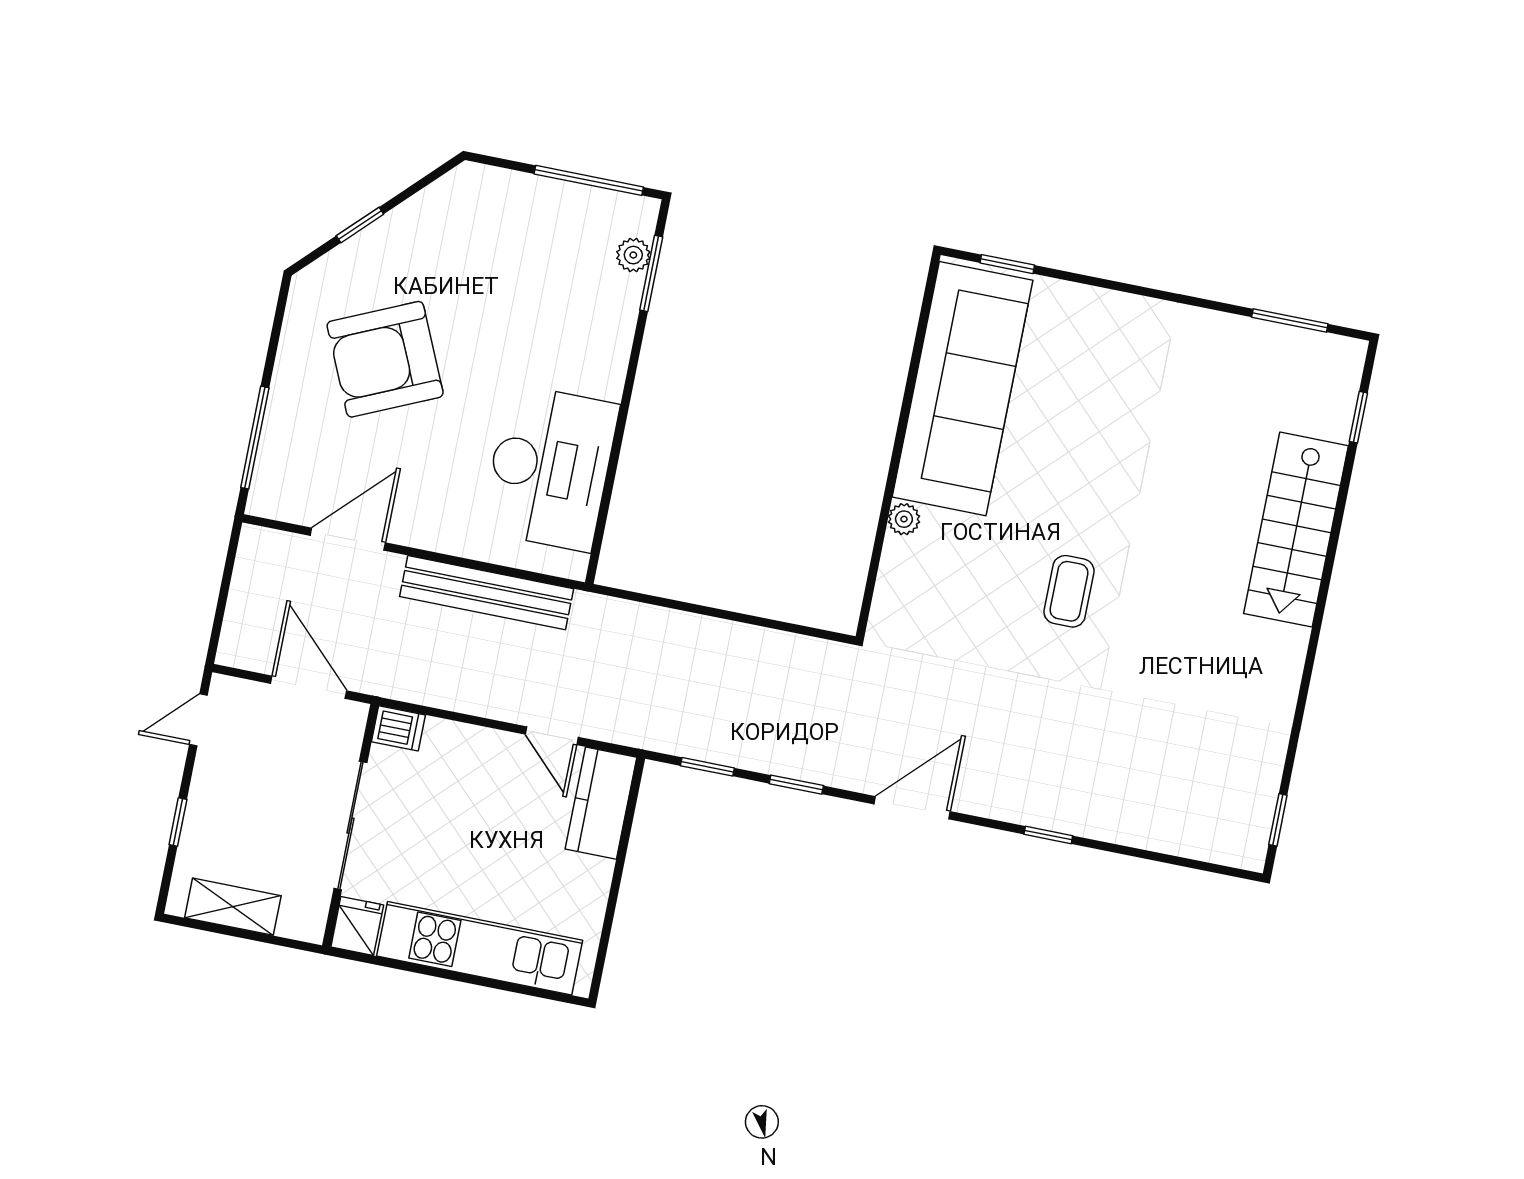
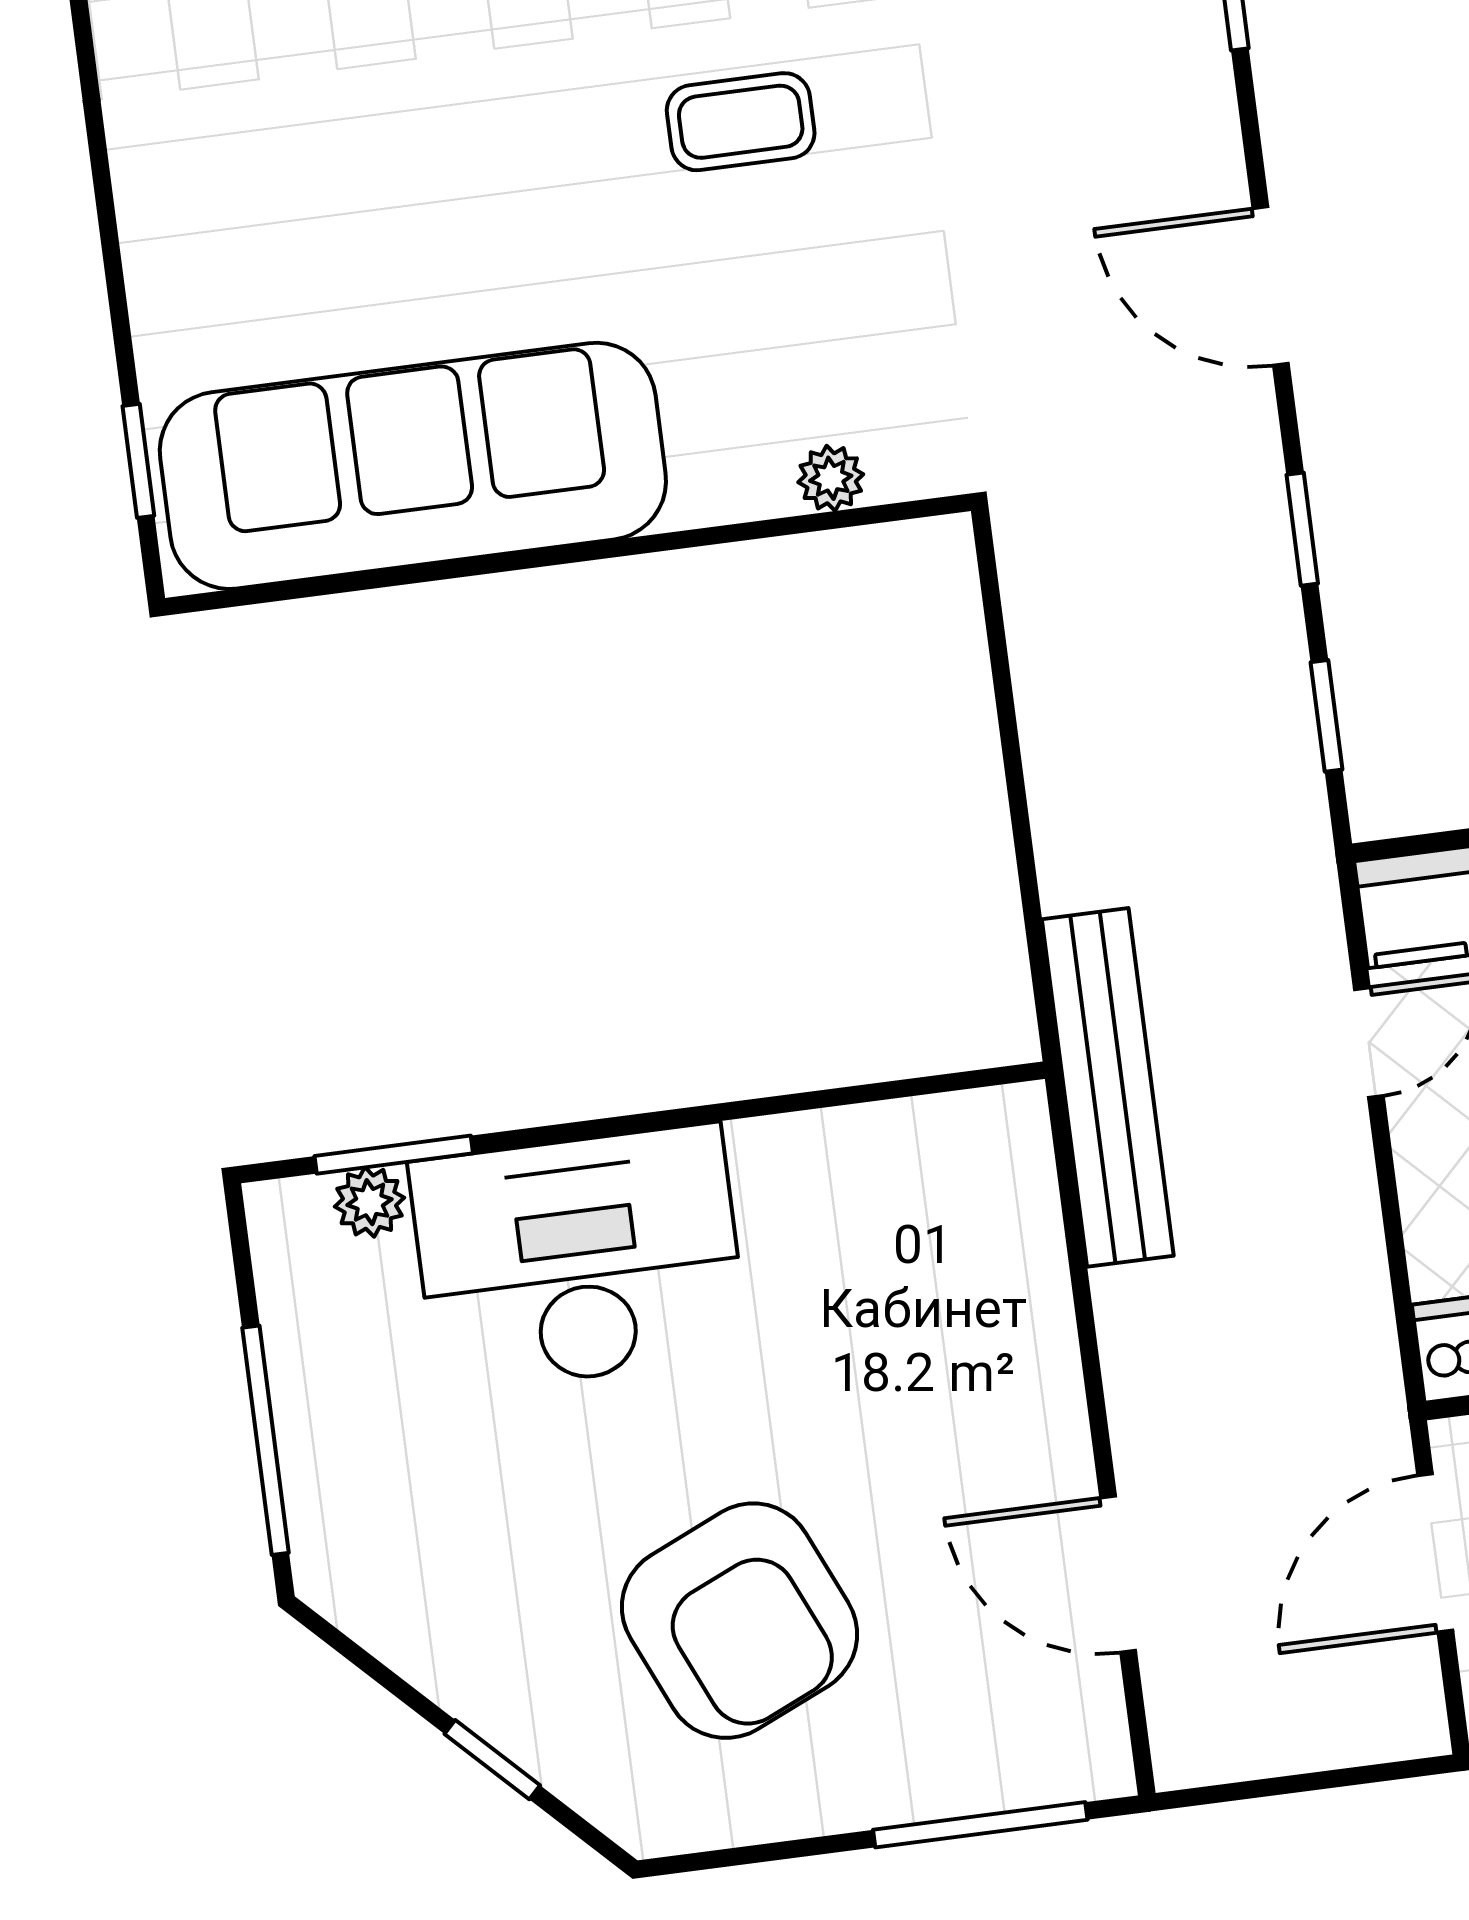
window: (589, 180) -> (266, 1440), moved
desk: (550, 468) -> (579, 1259), moved
plant: (904, 519) -> (831, 478), moved
bench: (487, 593) -> (1108, 1087), moved

